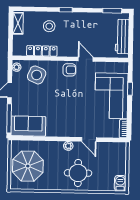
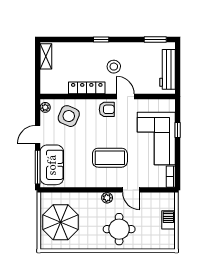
stool: (49, 26) -> (114, 67), moved
locker: (42, 51) -> (87, 88), moved
coffee table: (71, 111) -> (110, 158), added
sofa: (28, 126) -> (52, 165), moved, turned 90
barbecue: (120, 183) -> (168, 220), moved

